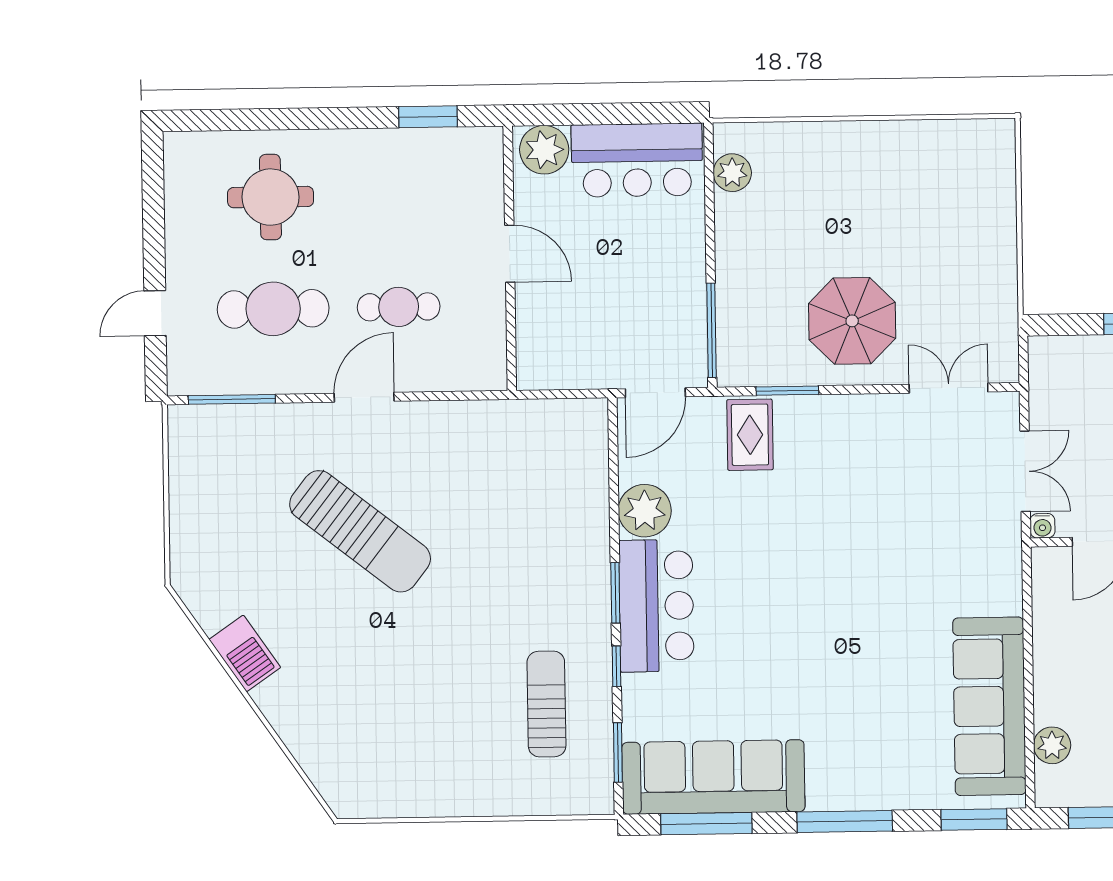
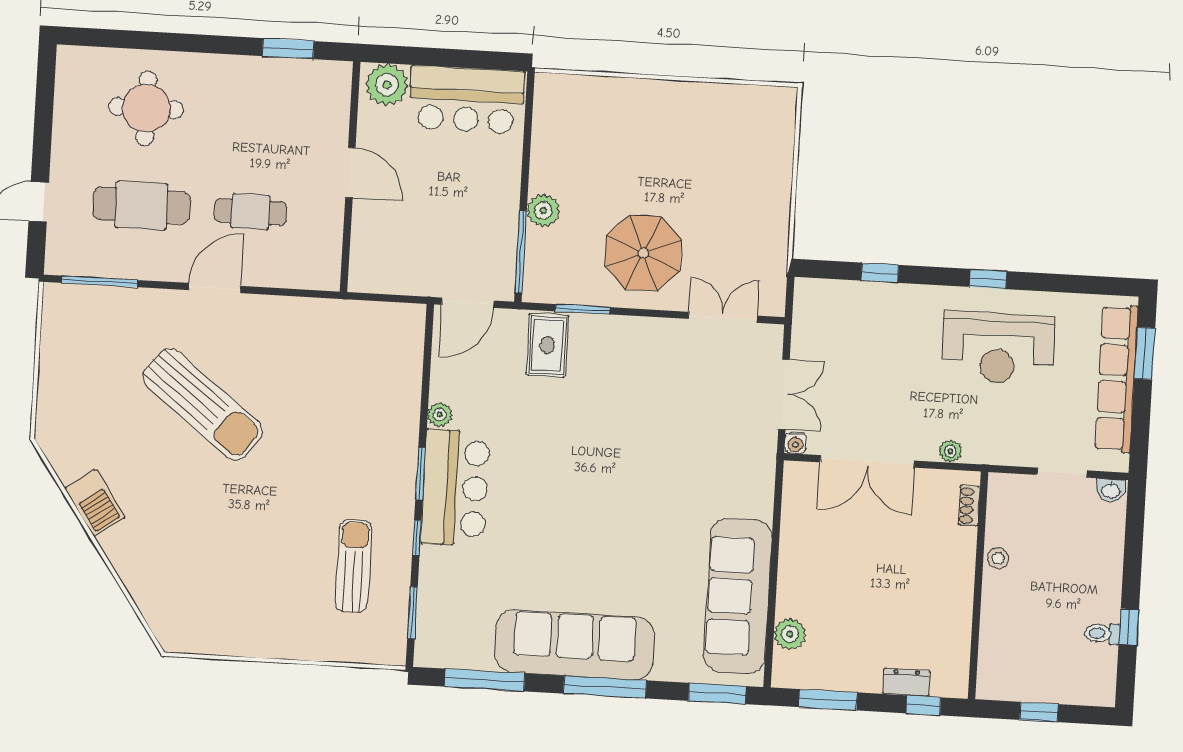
plant: (732, 173) -> (543, 211), moved
plant: (645, 511) -> (440, 415), width x0.53, depth x0.53
sofa: (713, 777) -> (574, 645), moved

